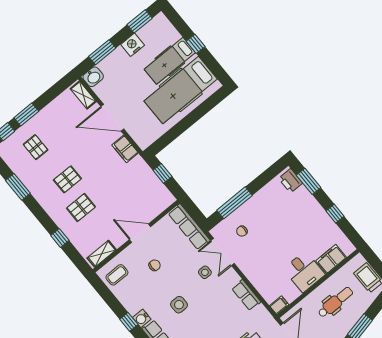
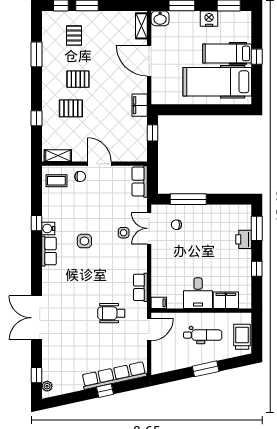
filing cabinet: (125, 149) -> (140, 105), moved
printer: (291, 181) -> (244, 239), moved
row of seats: (189, 227) -> (140, 182), width x0.68
chair: (155, 265) -> (80, 176), moved
row of seats: (246, 295) -> (140, 287), moved

